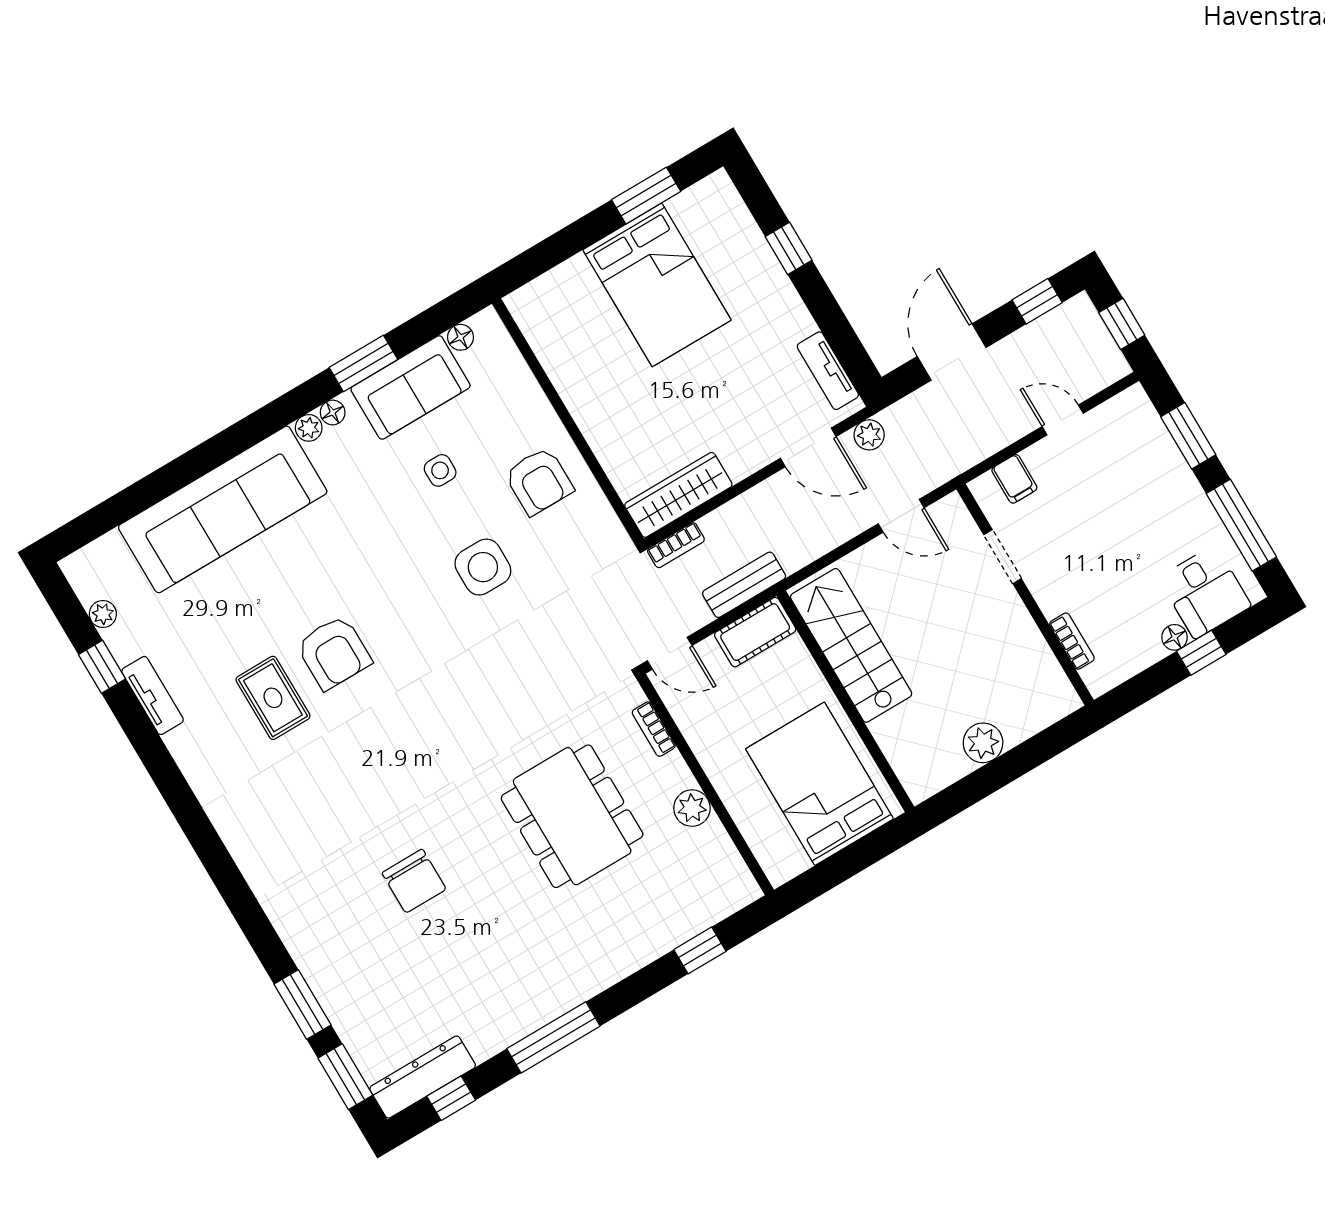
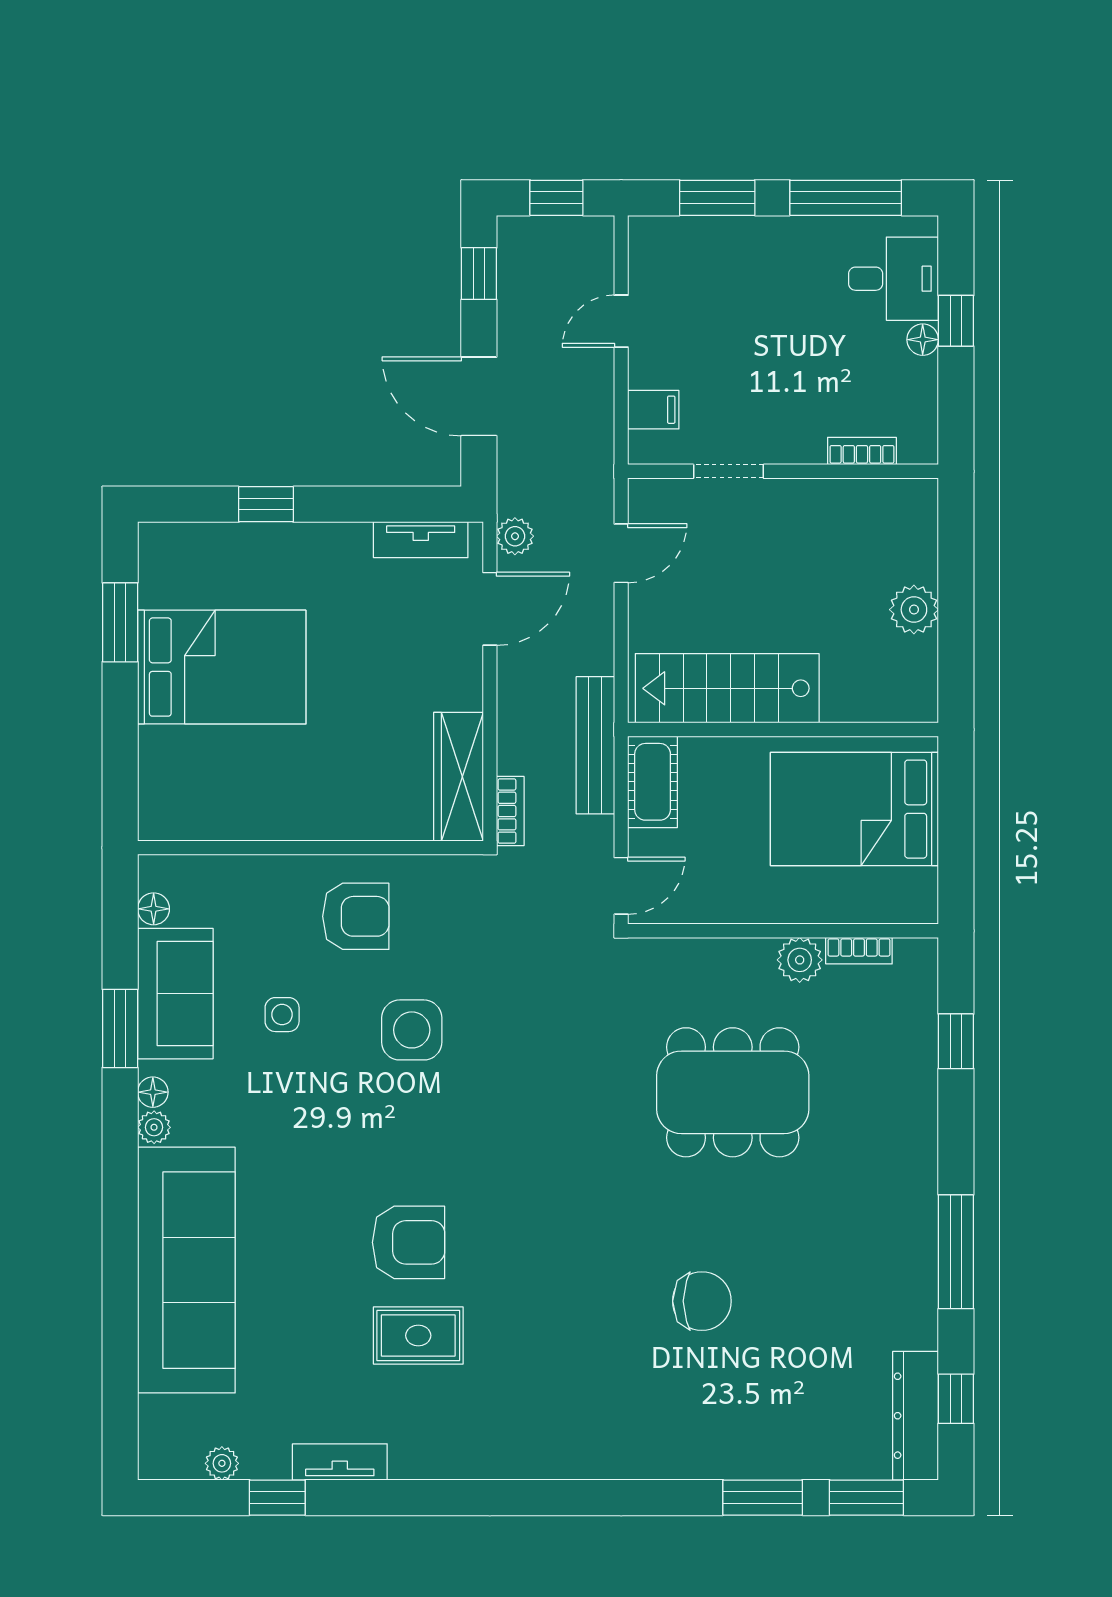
bench: (744, 585) -> (595, 745), width x1.36
bookcase: (654, 729) -> (859, 951), moved

